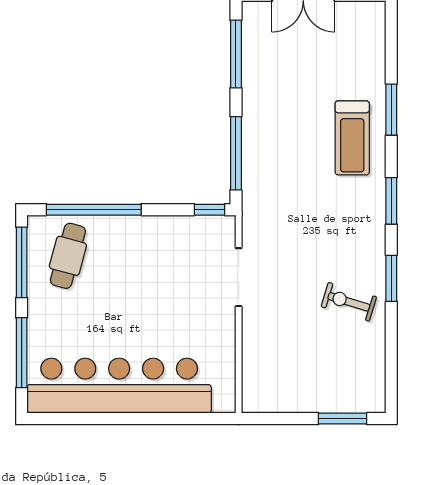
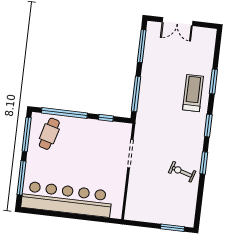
treadmill: (352, 138) -> (193, 93), turned 180
window: (209, 210) -> (106, 118), moved

